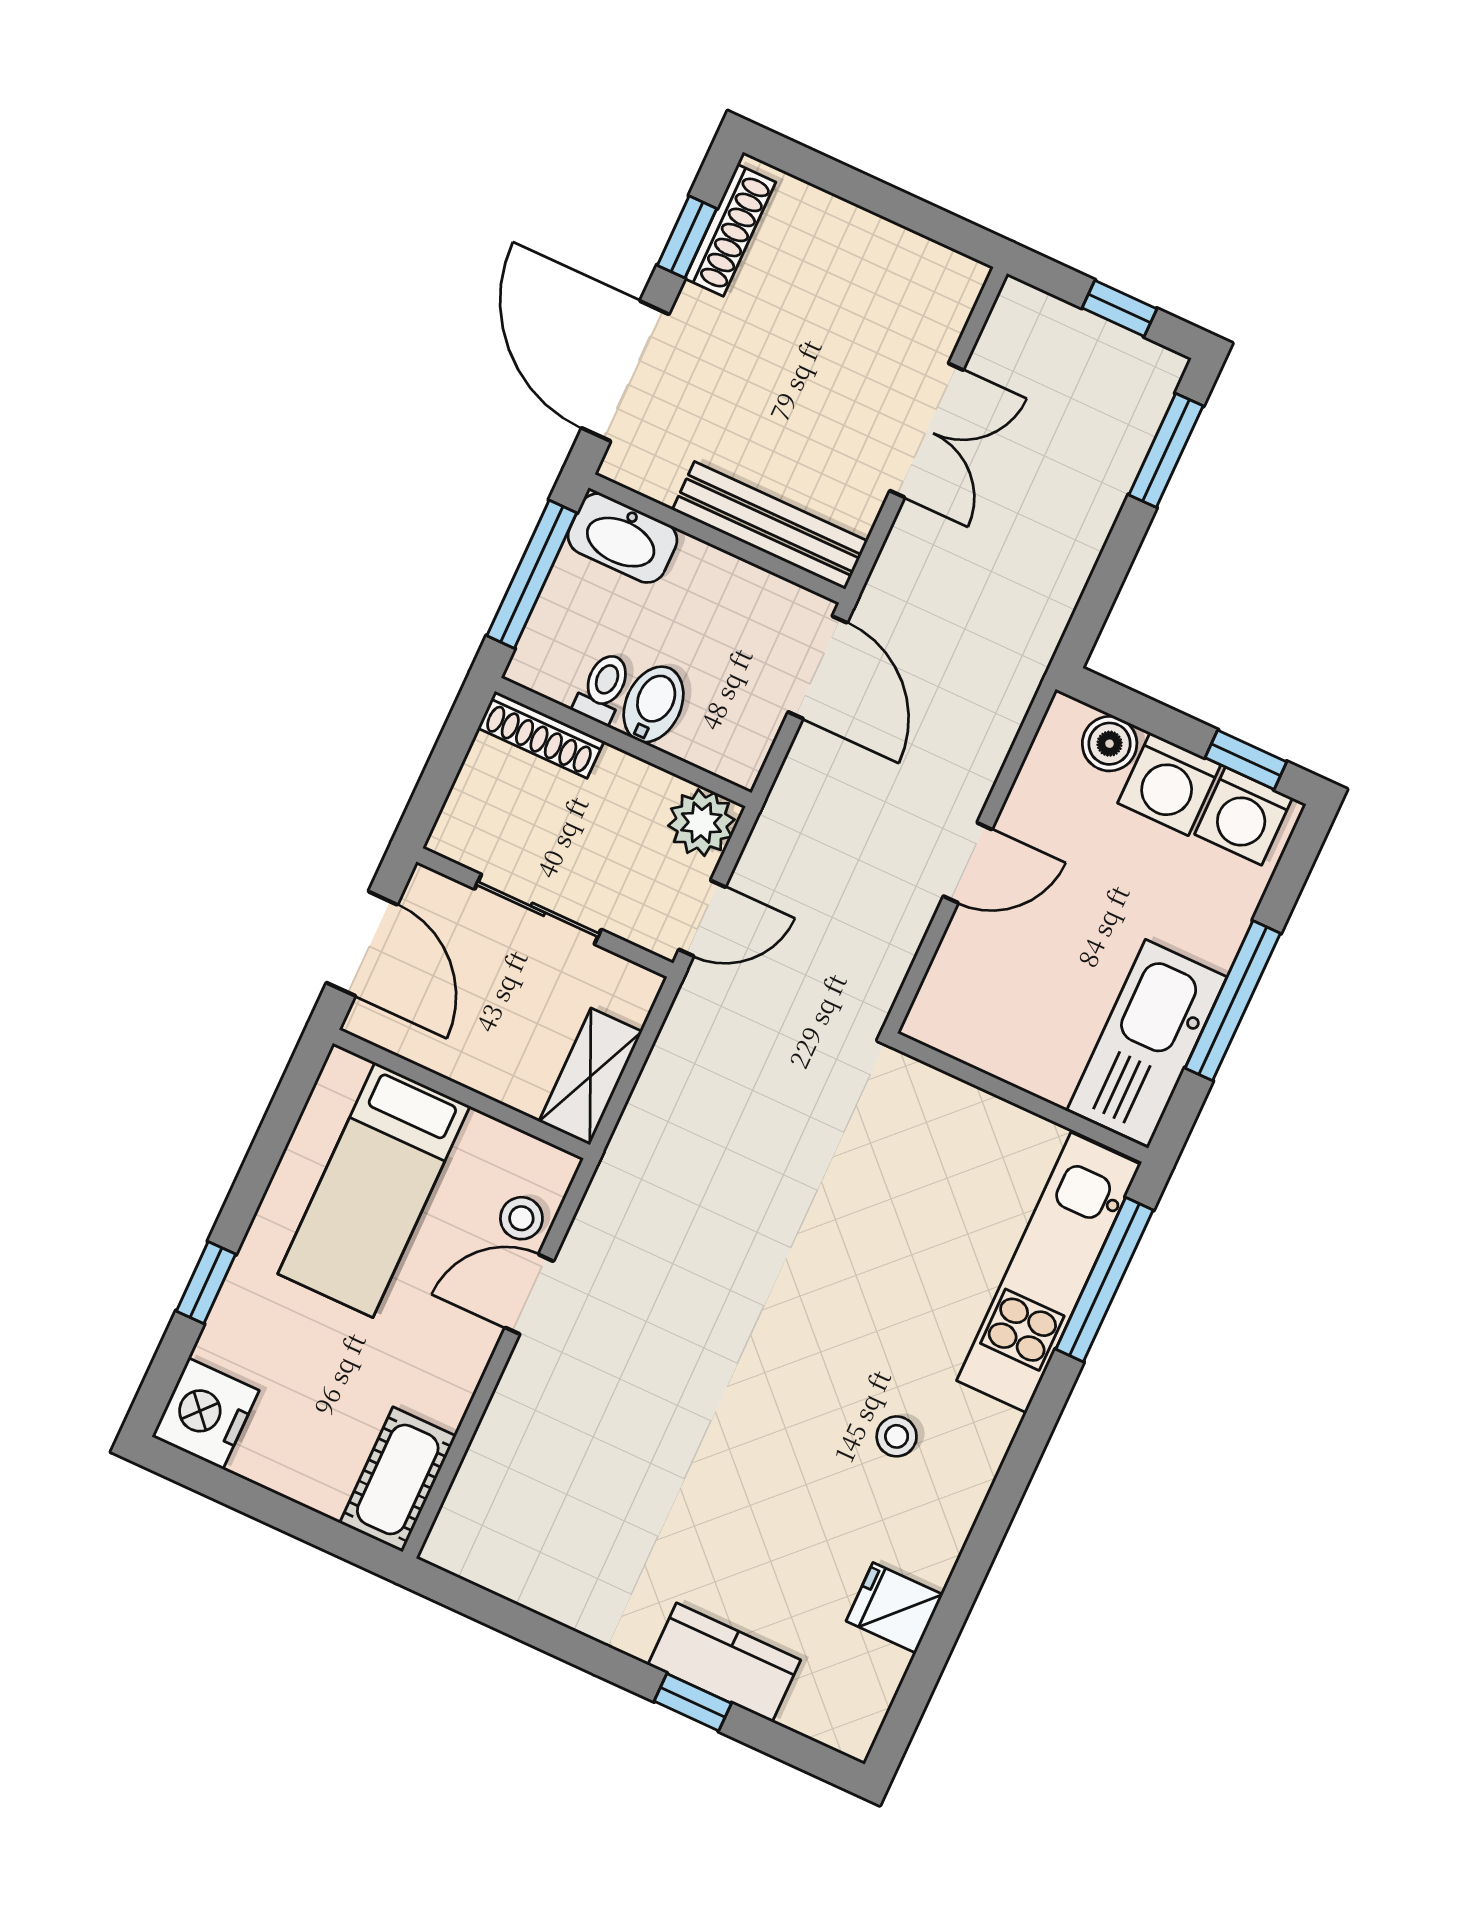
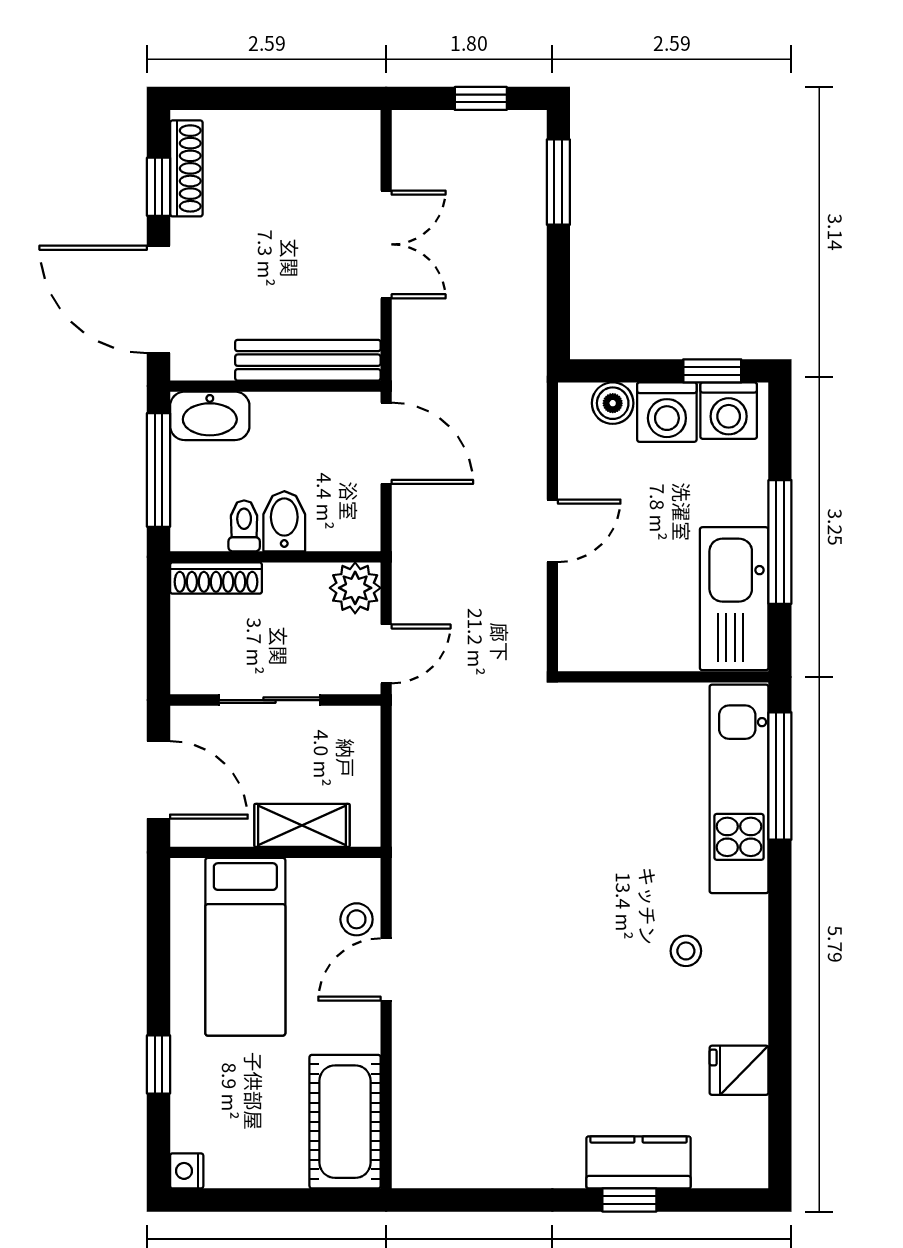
shelving: (590, 1076) -> (302, 825), moved, turned 90
nightstand: (206, 1414) -> (187, 1171), width x0.53, depth x0.56
cot: (398, 1479) -> (345, 1122), width x1.37, depth x1.34

